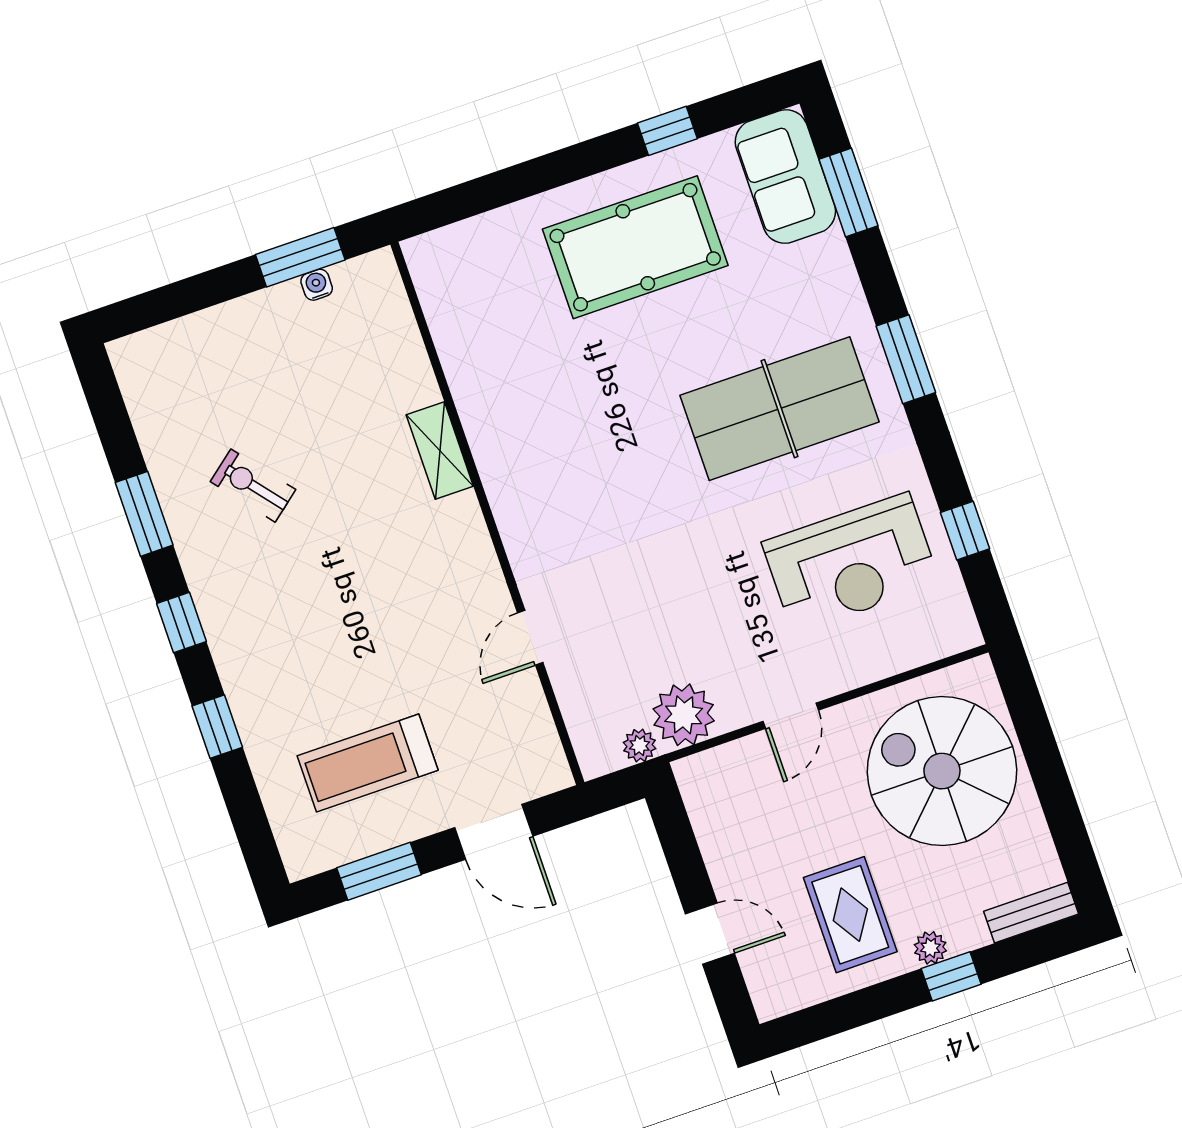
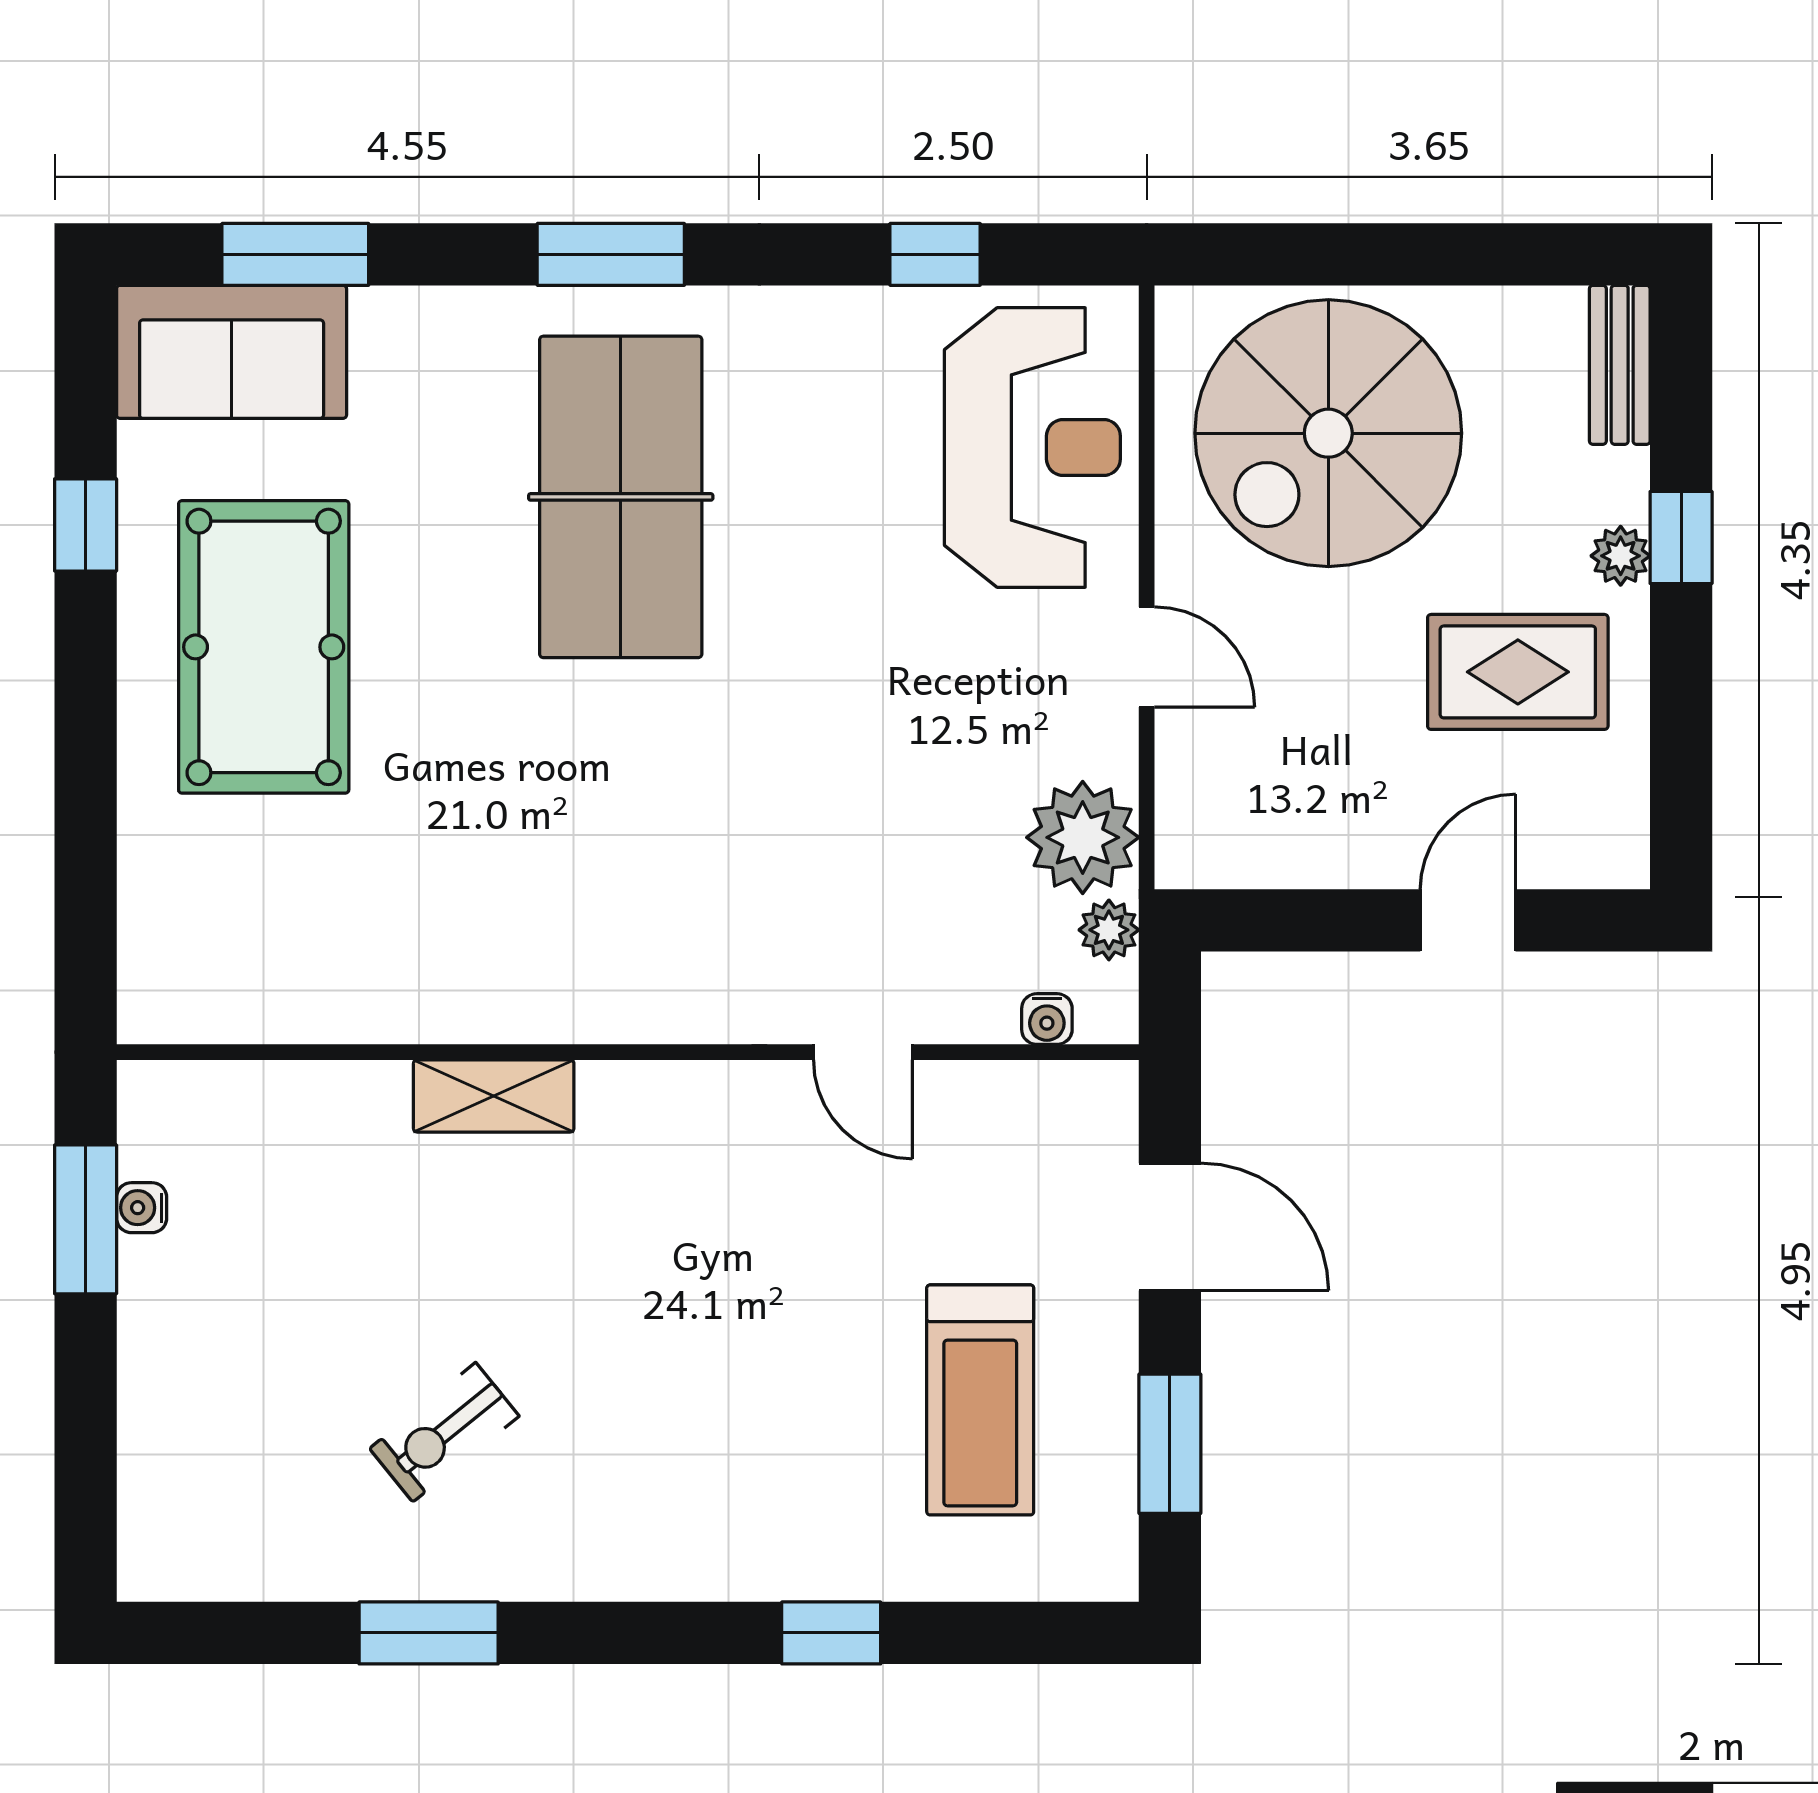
reception desk: (851, 563) -> (1032, 448), moved
window: (182, 623) -> (634, 1633), removed
water cooler: (581, 729) -> (1047, 1019), added
door: (494, 832) -> (1170, 1227), hinge flipped

